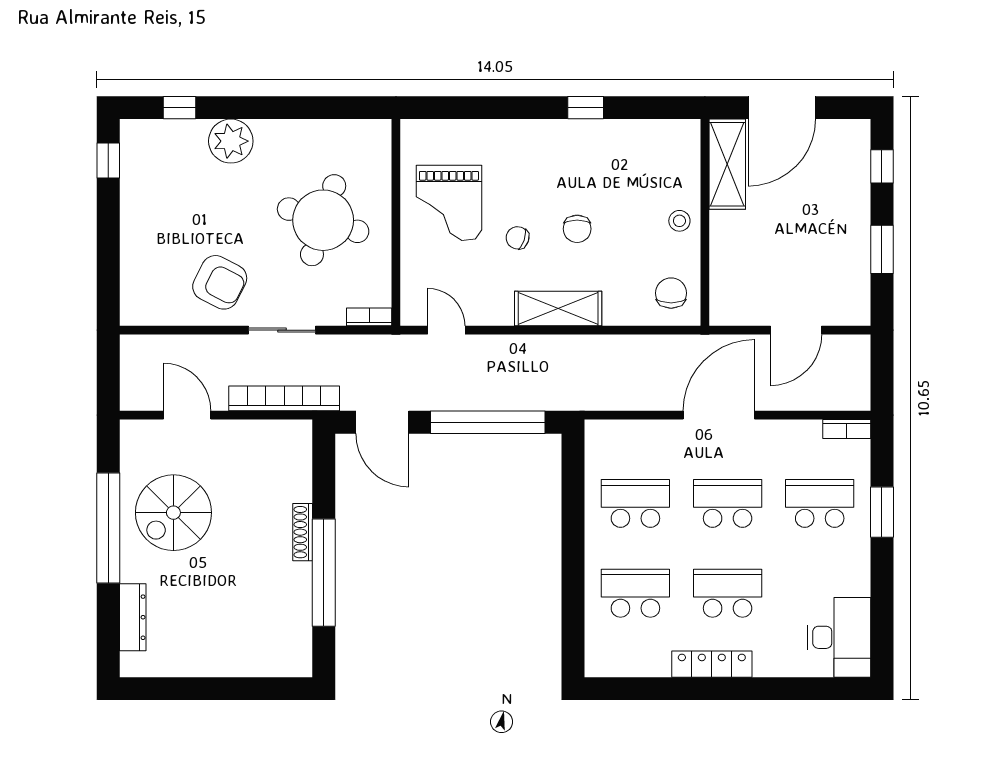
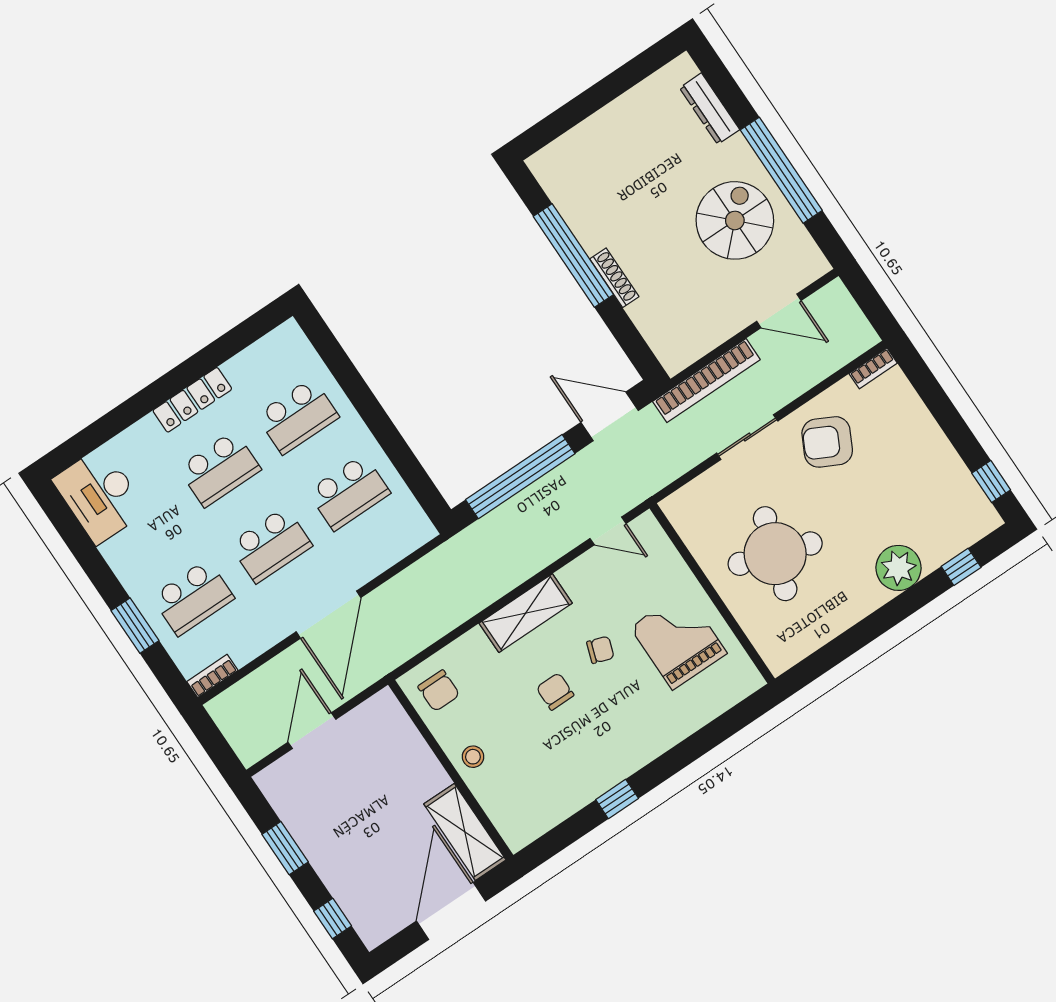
bookcase: (369, 317) -> (873, 368), moved

